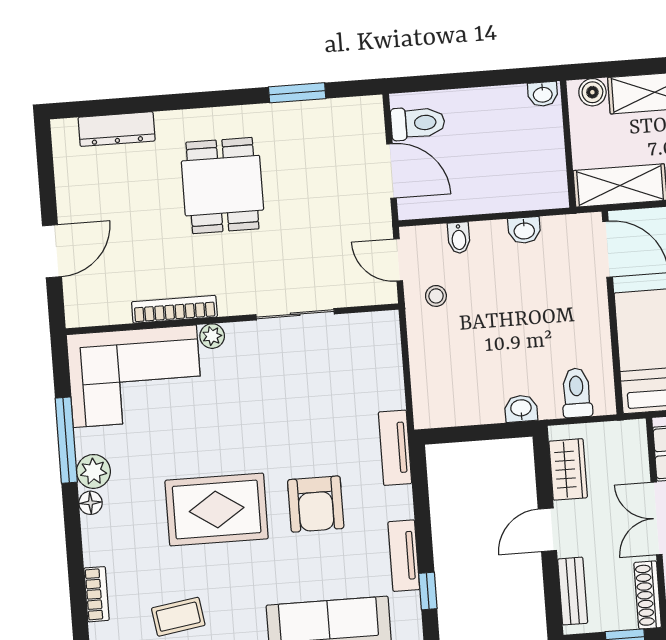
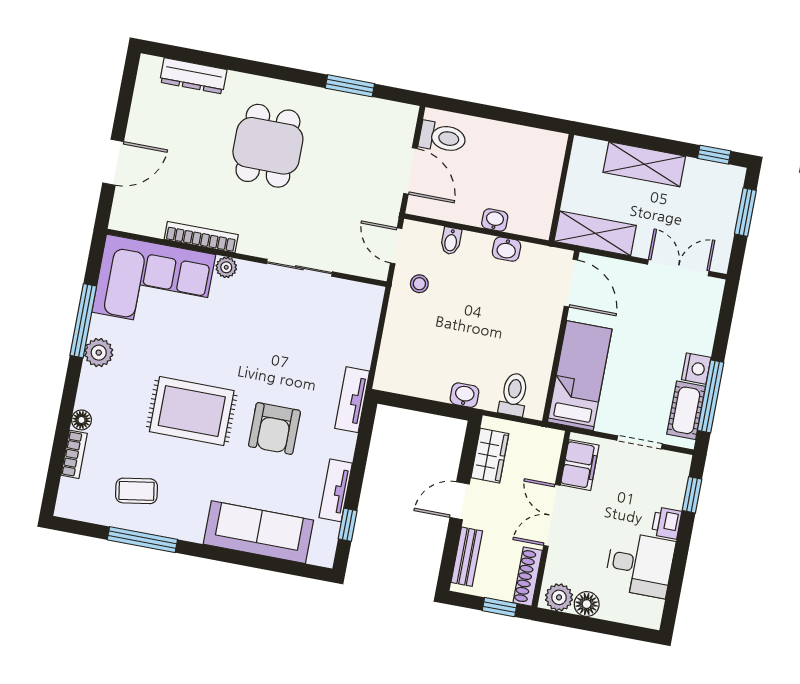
boiler: (592, 92) -> (593, 151), removed
washbasin: (543, 94) -> (495, 220), moved, turned 180
floor lamp: (91, 503) -> (81, 420), moved

